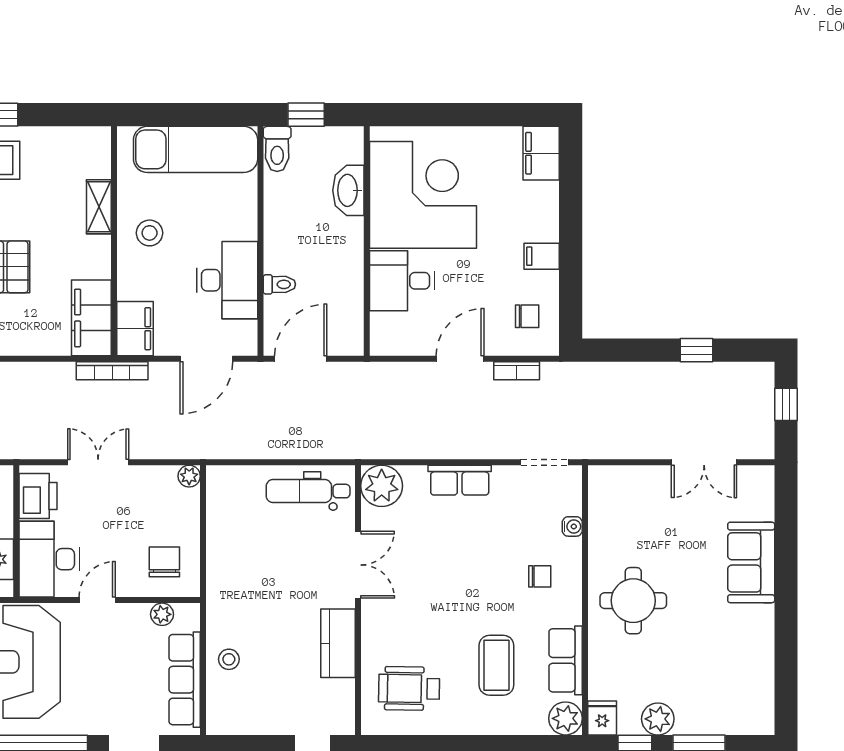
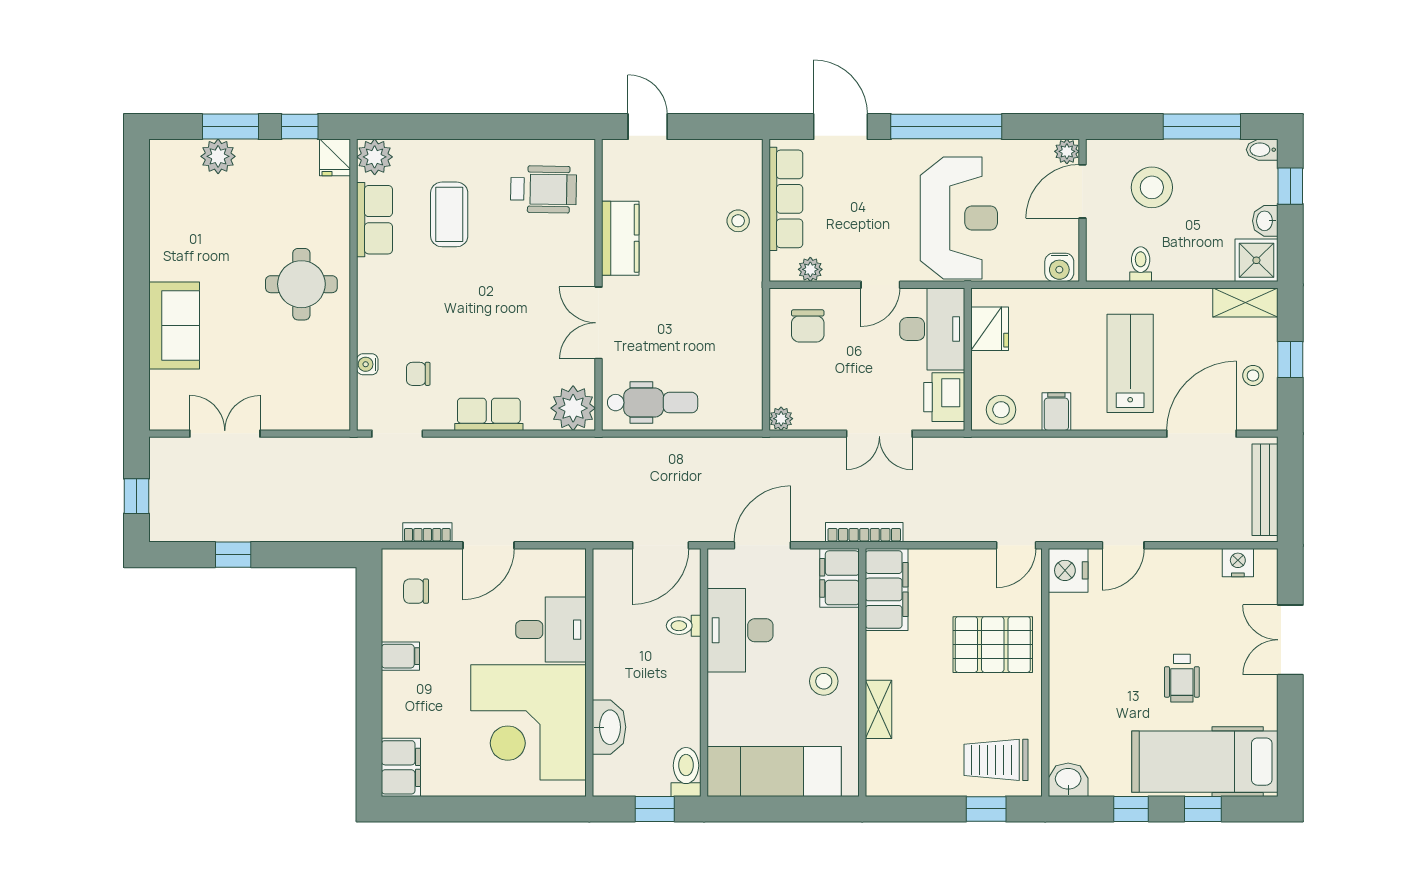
chair: (540, 576) -> (418, 374), moved
plant: (658, 719) -> (218, 156), moved

